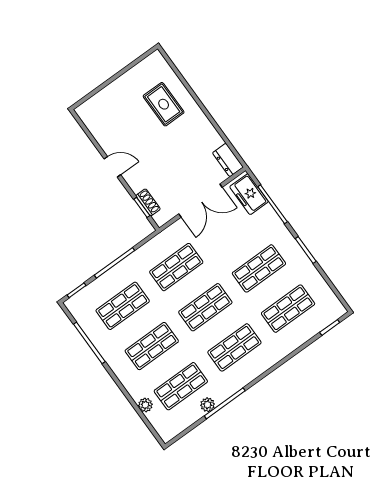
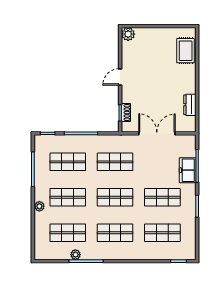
rug: (164, 104) -> (186, 51), moved
plant: (86, 112) -> (128, 34), added
dresser: (228, 160) -> (190, 105), moved
door: (112, 167) -> (120, 77), swing flipped
freezer: (249, 194) -> (188, 170), moved
double door: (200, 201) -> (157, 133), swing flipped
plant: (145, 405) -> (39, 206), moved

